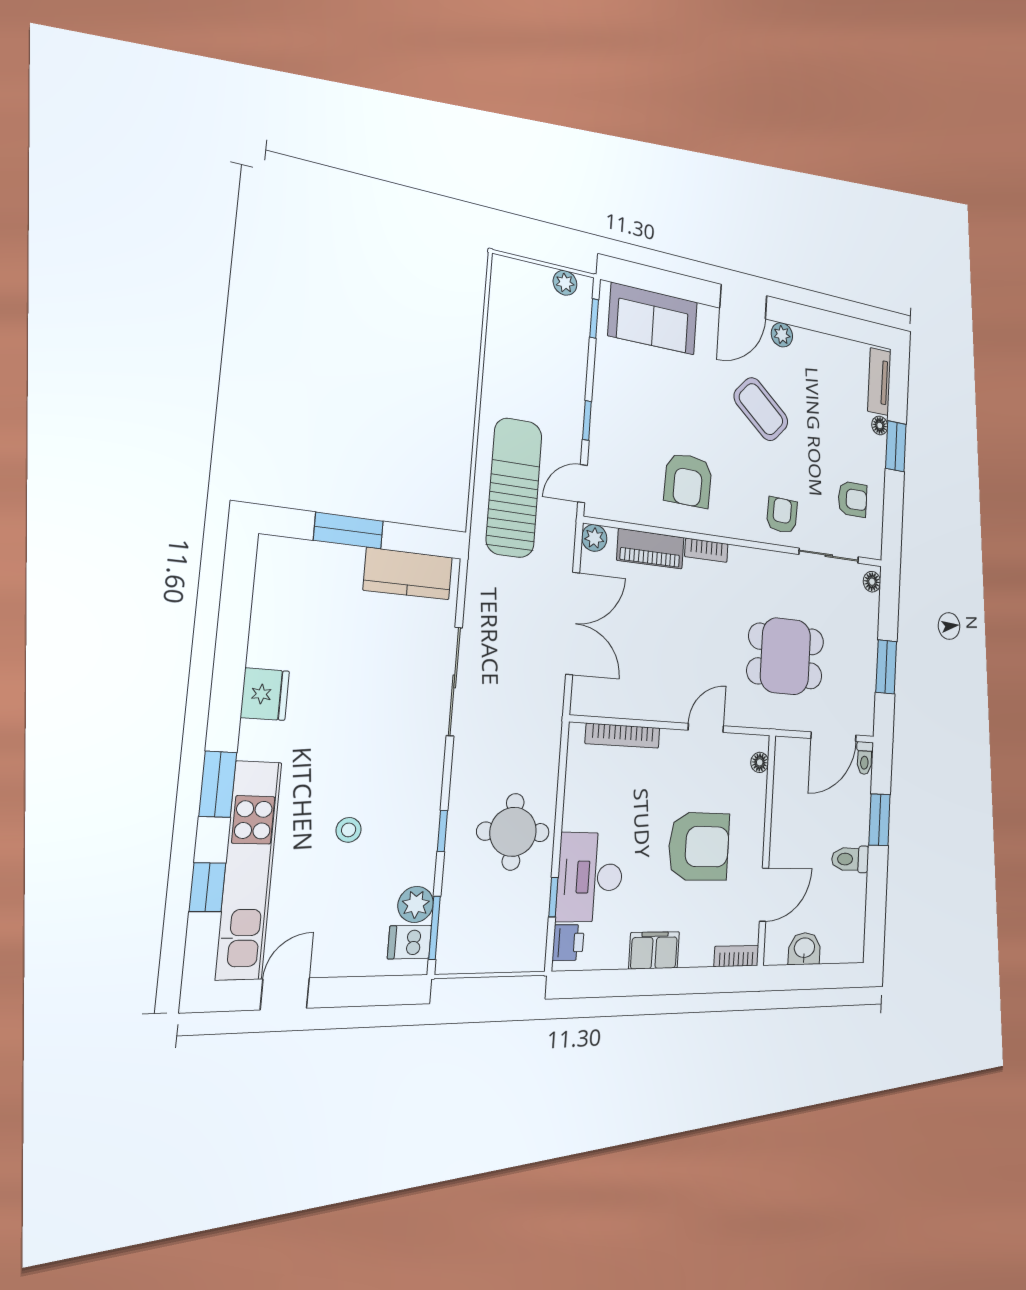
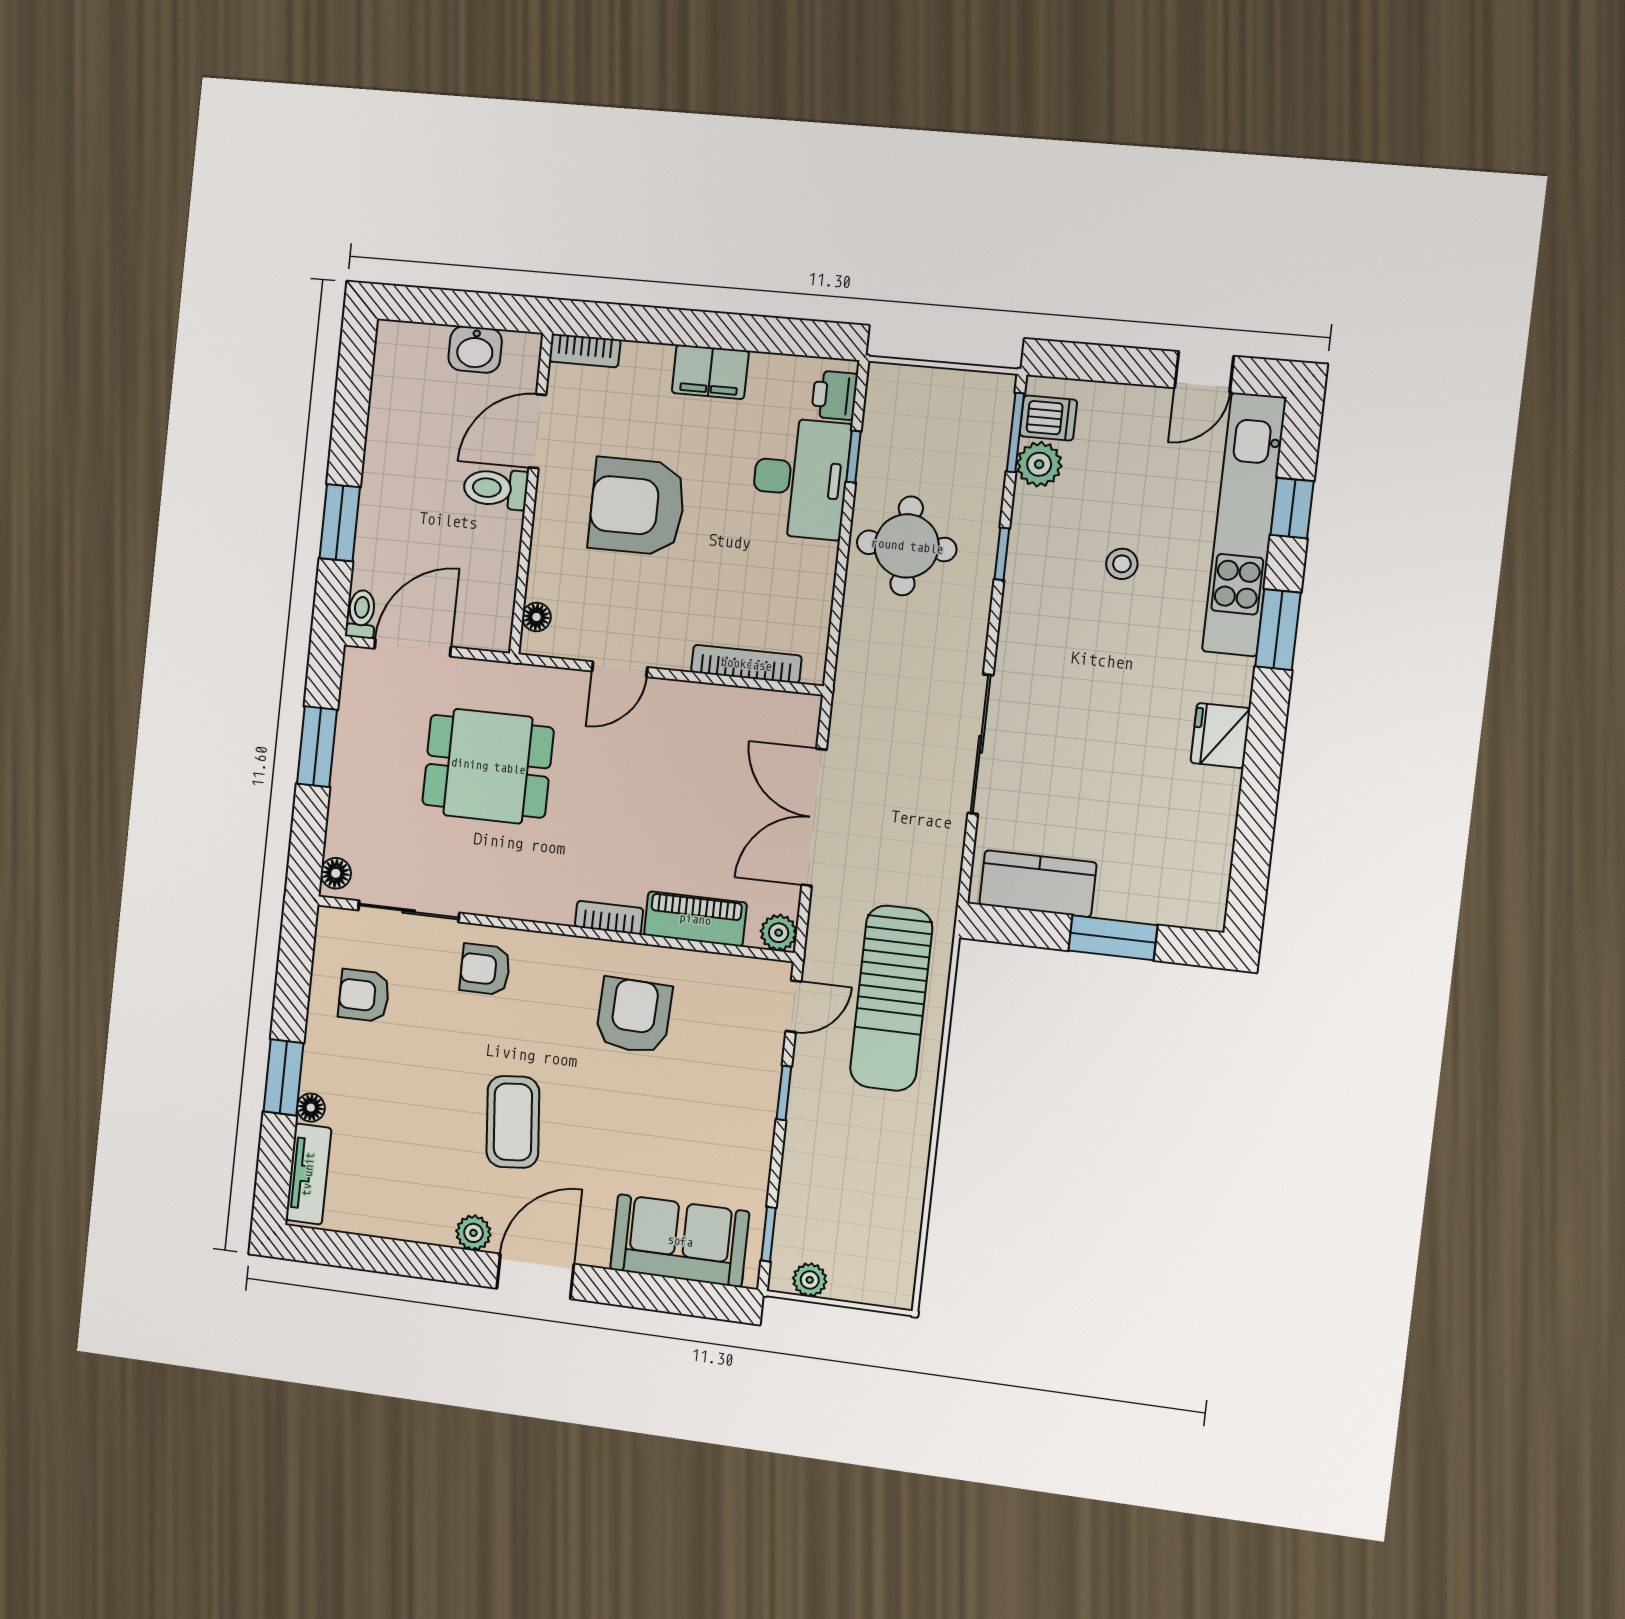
coffee table: (761, 409) -> (513, 1122), turned 44
armchair: (782, 515) -> (485, 969), turned 88
toilet: (850, 859) -> (496, 488), moved, turned 180

